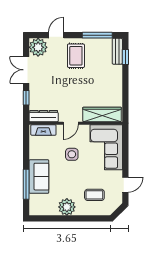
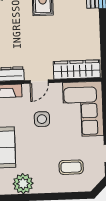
plant: (67, 207) -> (23, 184), moved

